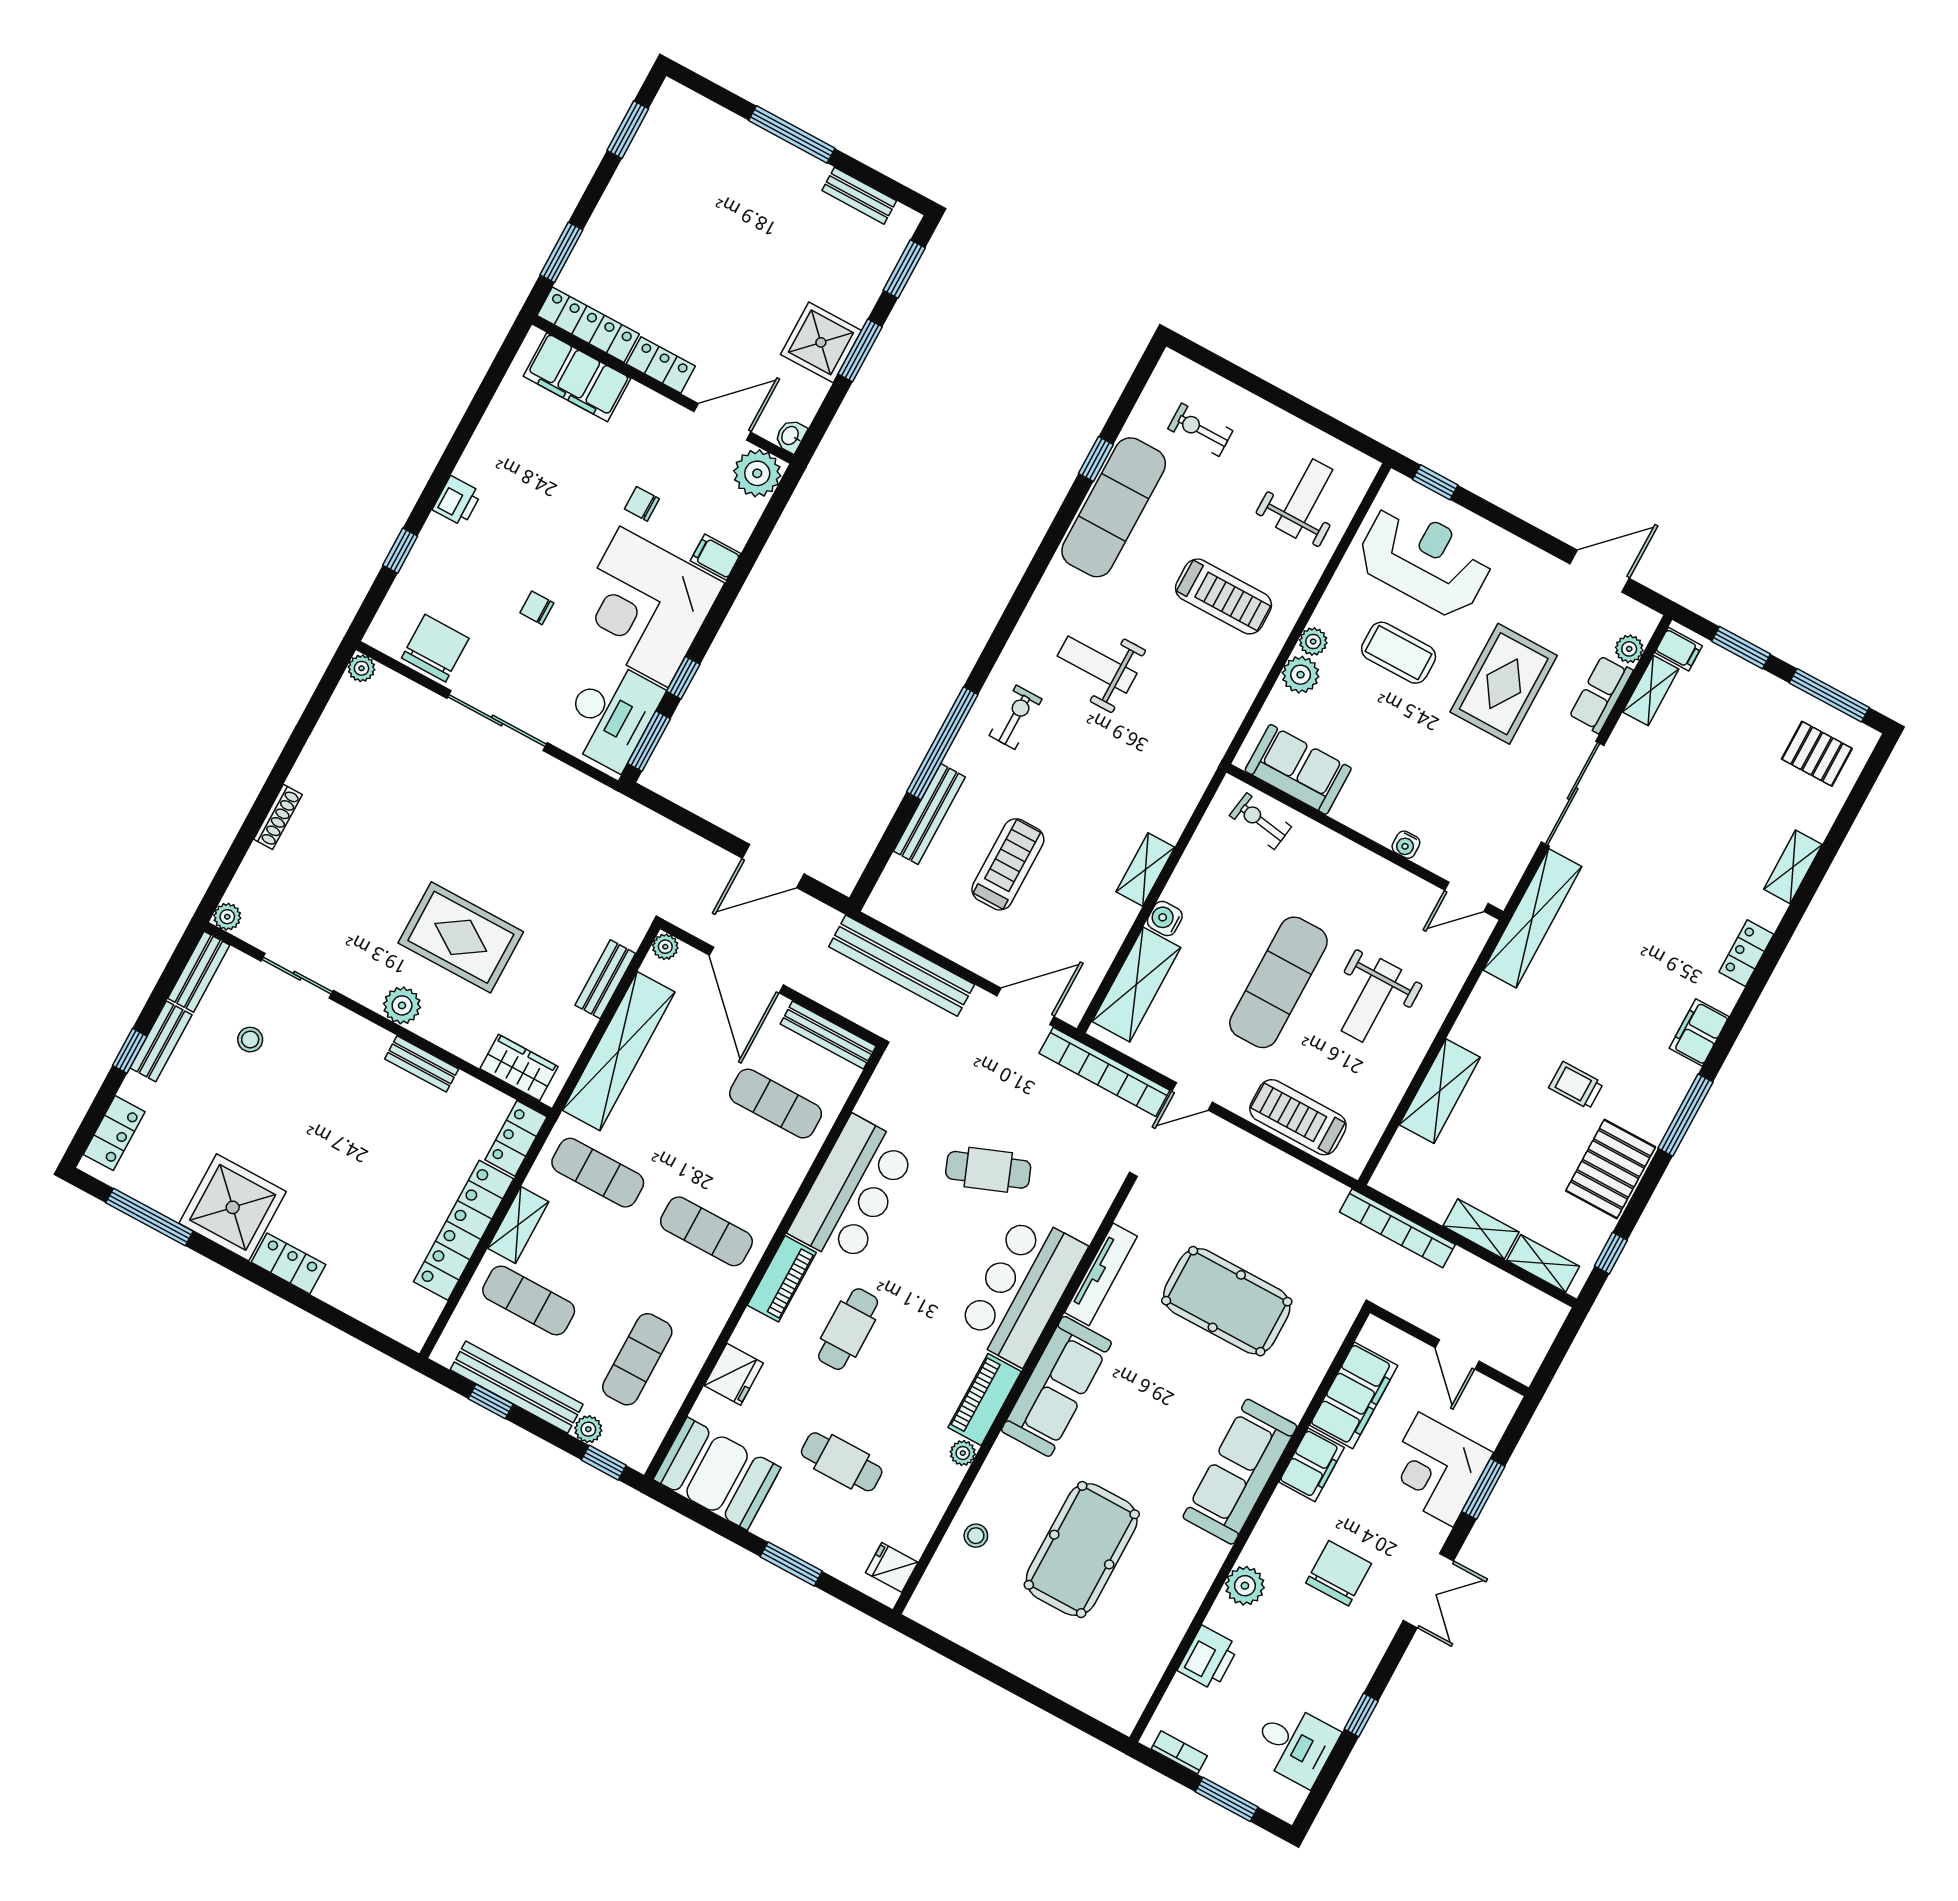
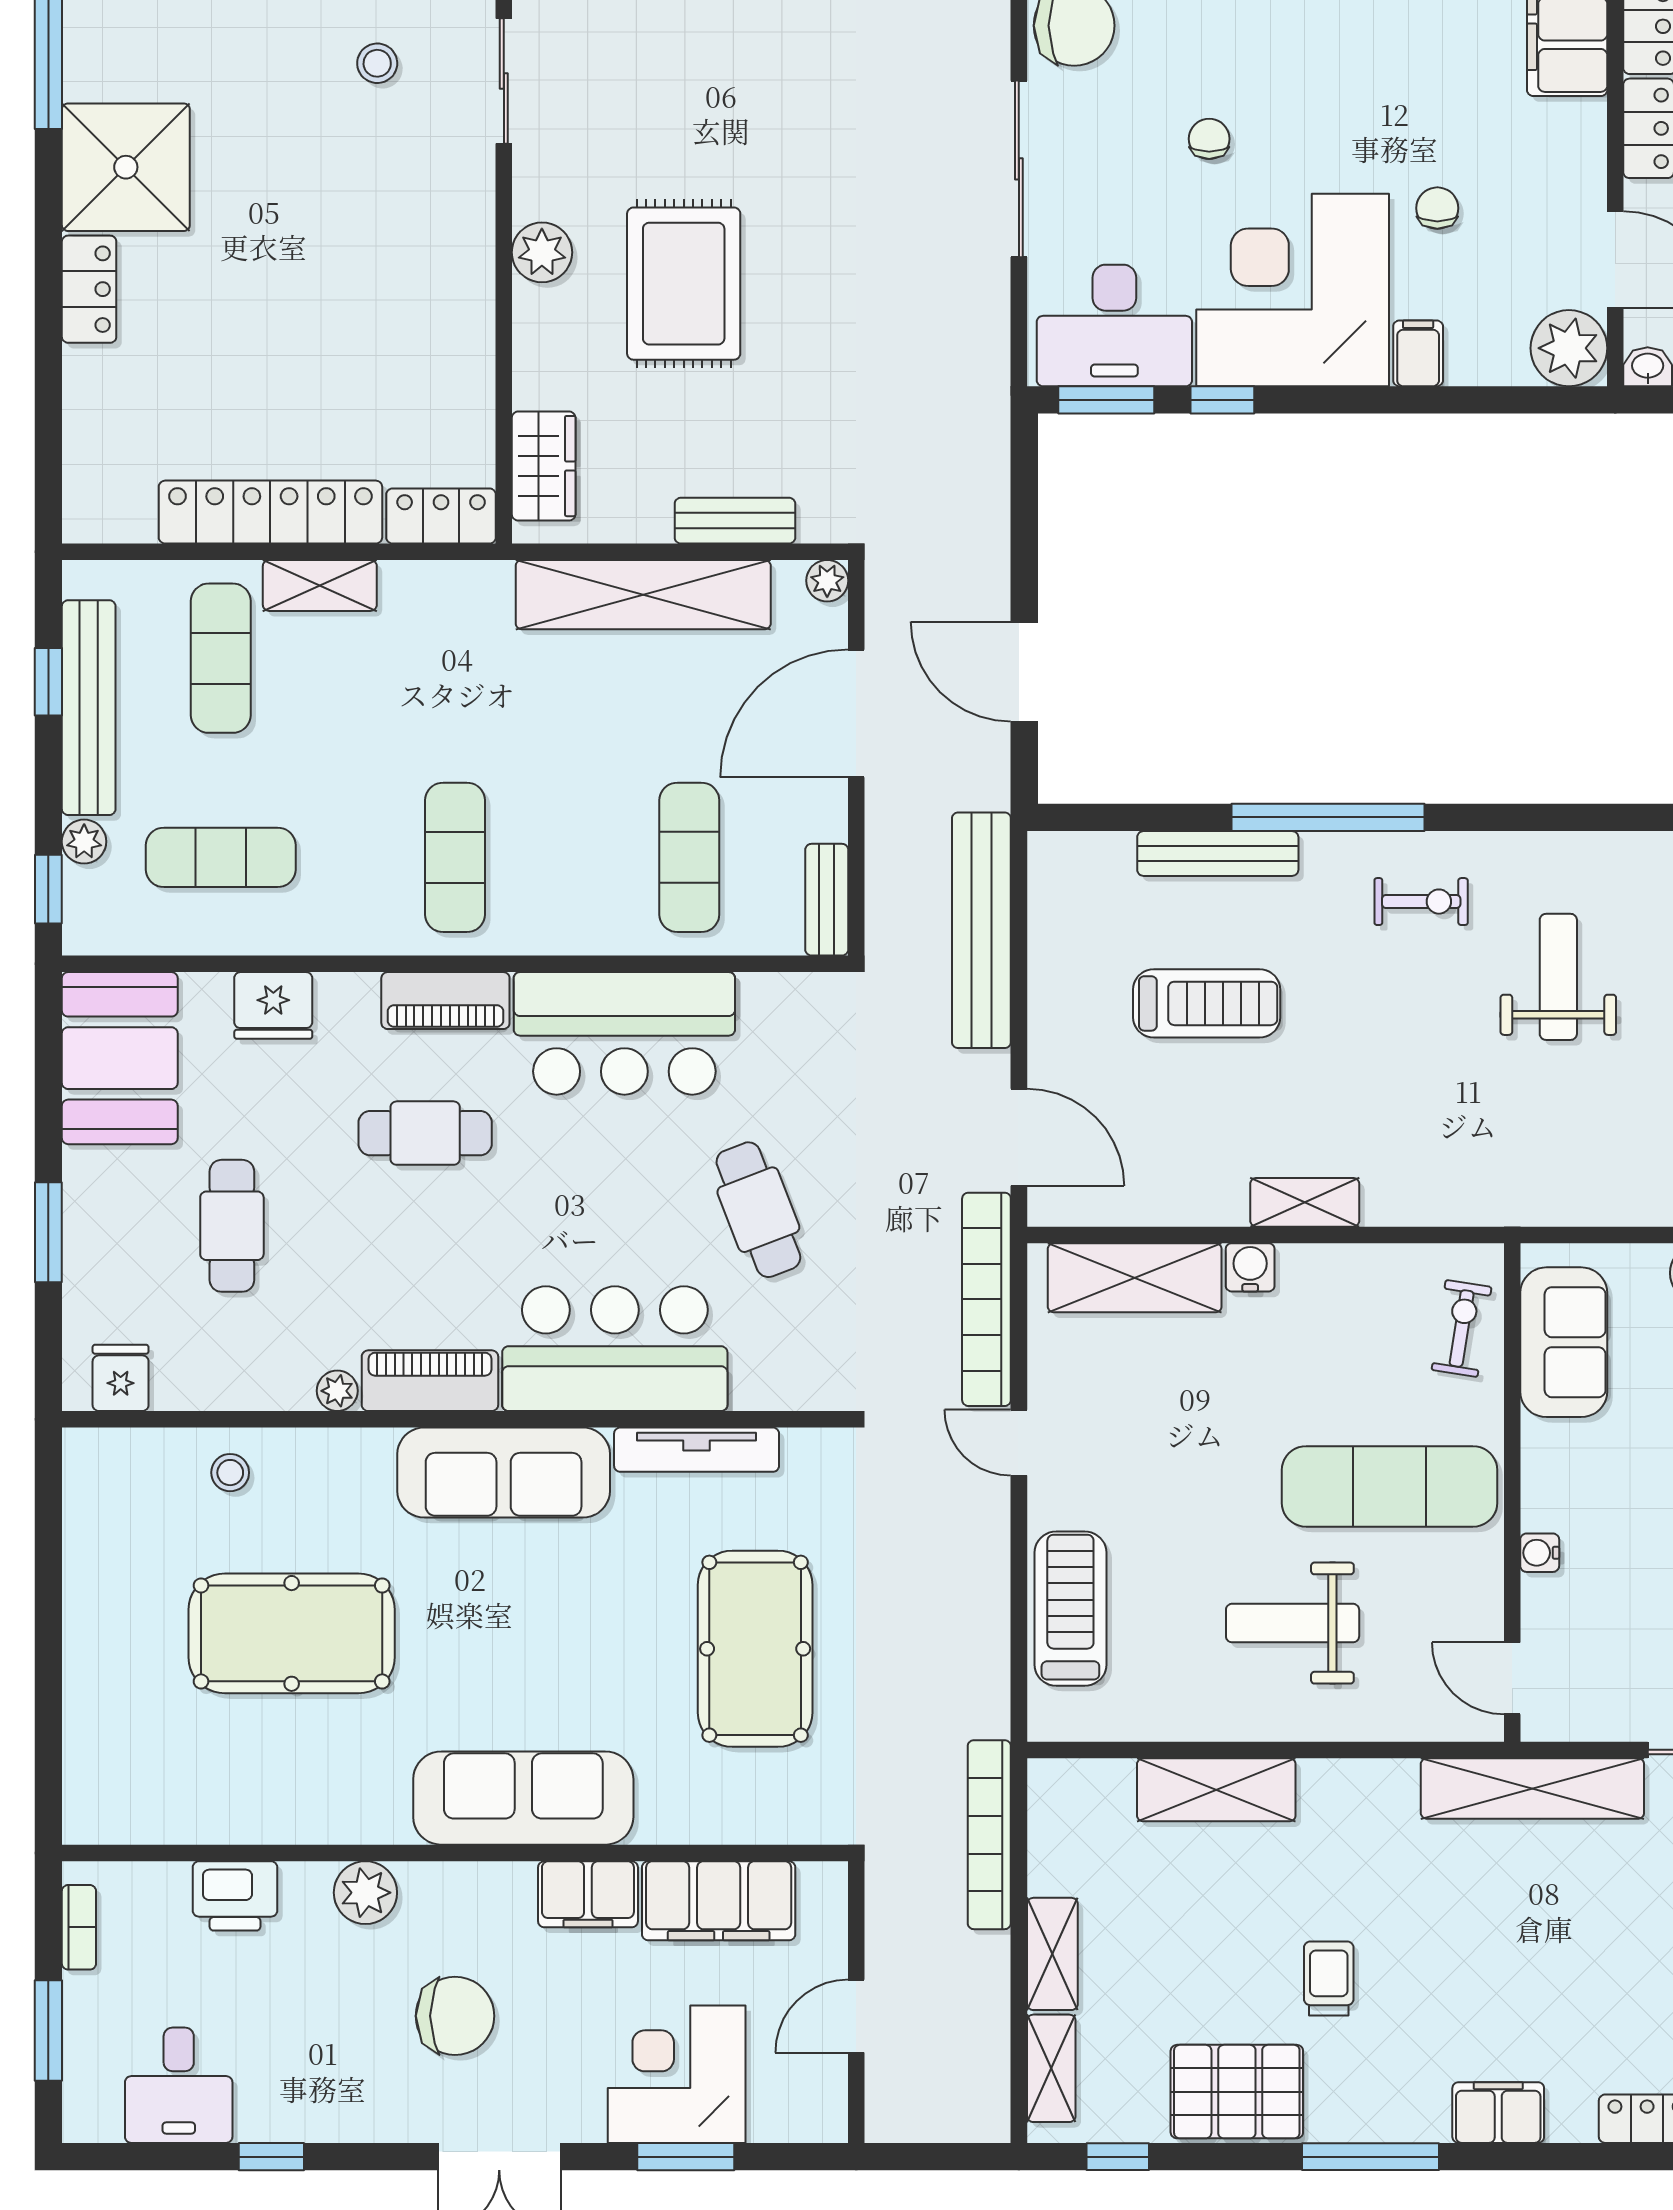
exercise mat: (1278, 982) -> (1390, 1486), moved
bench: (828, 1035) -> (827, 900), width x0.73
bench: (422, 1064) -> (474, 325), removed
exercise mat: (598, 1173) -> (455, 658), removed

